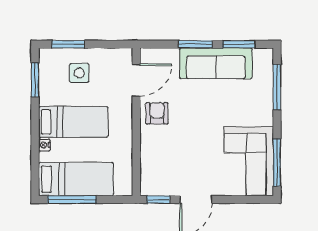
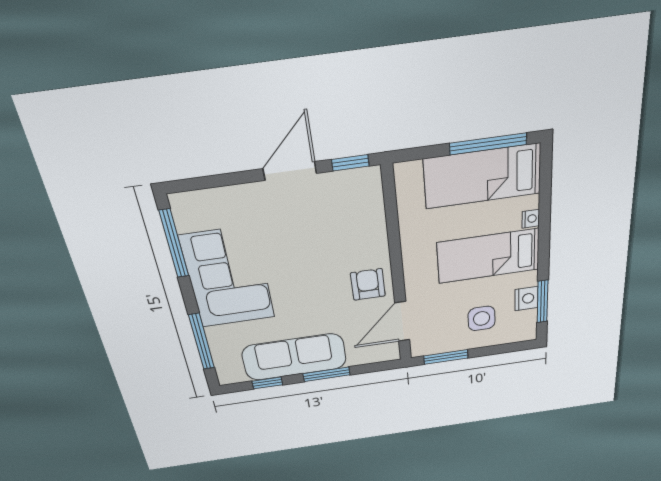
window: (68, 44) -> (446, 357), moved
window: (239, 44) -> (267, 383), width x0.67
nightstand: (47, 84) -> (526, 299), added
armchair: (157, 113) -> (368, 284), turned 180
corner sofa: (249, 161) -> (228, 277), moved

